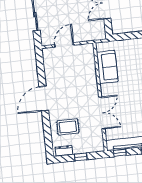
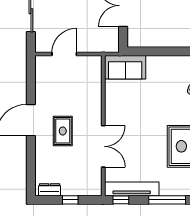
sofa: (107, 67) -> (125, 67), moved, turned 90
rug: (68, 127) -> (63, 131), moved, turned 90

